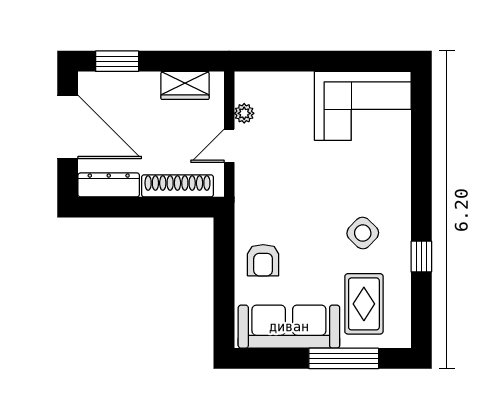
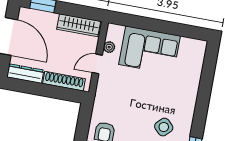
wardrobe: (185, 85) -> (79, 25), width x1.50
corner sofa: (363, 106) -> (149, 50), moved

